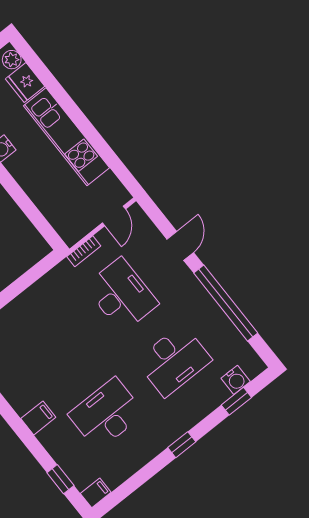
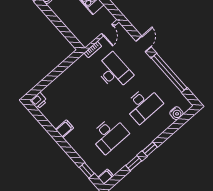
window: (236, 401) -> (134, 163), moved
desk: (106, 414) -> (109, 135), turned 180
filing cabinet: (38, 418) -> (64, 129), moved

